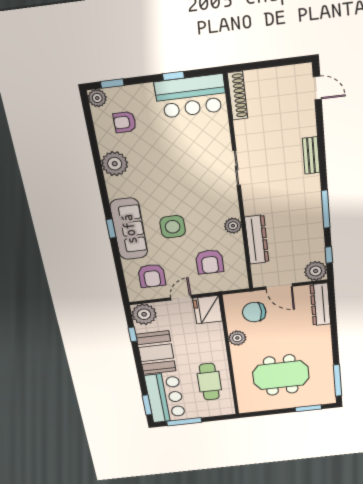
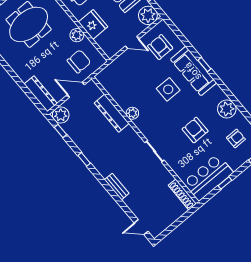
window: (326, 209) -> (84, 159), width x0.46
armchair: (210, 262) -> (195, 130), moved
door: (181, 298) -> (132, 43), hinge flipped
fridge: (208, 310) -> (93, 24), moved

